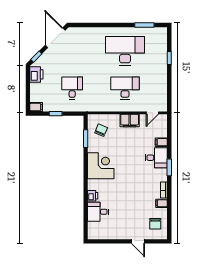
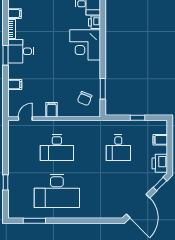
filing cabinet: (36, 107) -> (160, 140), moved
filing cabinet: (130, 120) -> (52, 110), width x0.50
desk: (156, 158) -> (21, 51), moved
corner desk: (101, 166) -> (85, 45), moved

